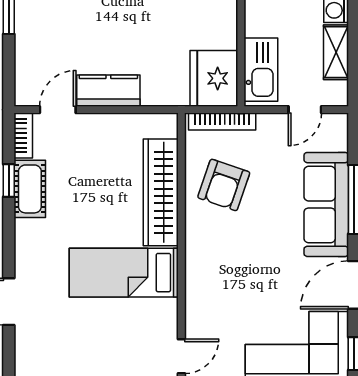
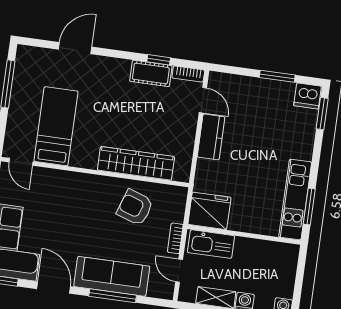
bookcase: (222, 121) -> (175, 238), moved, width x0.64
bed: (124, 273) -> (56, 126), moved

